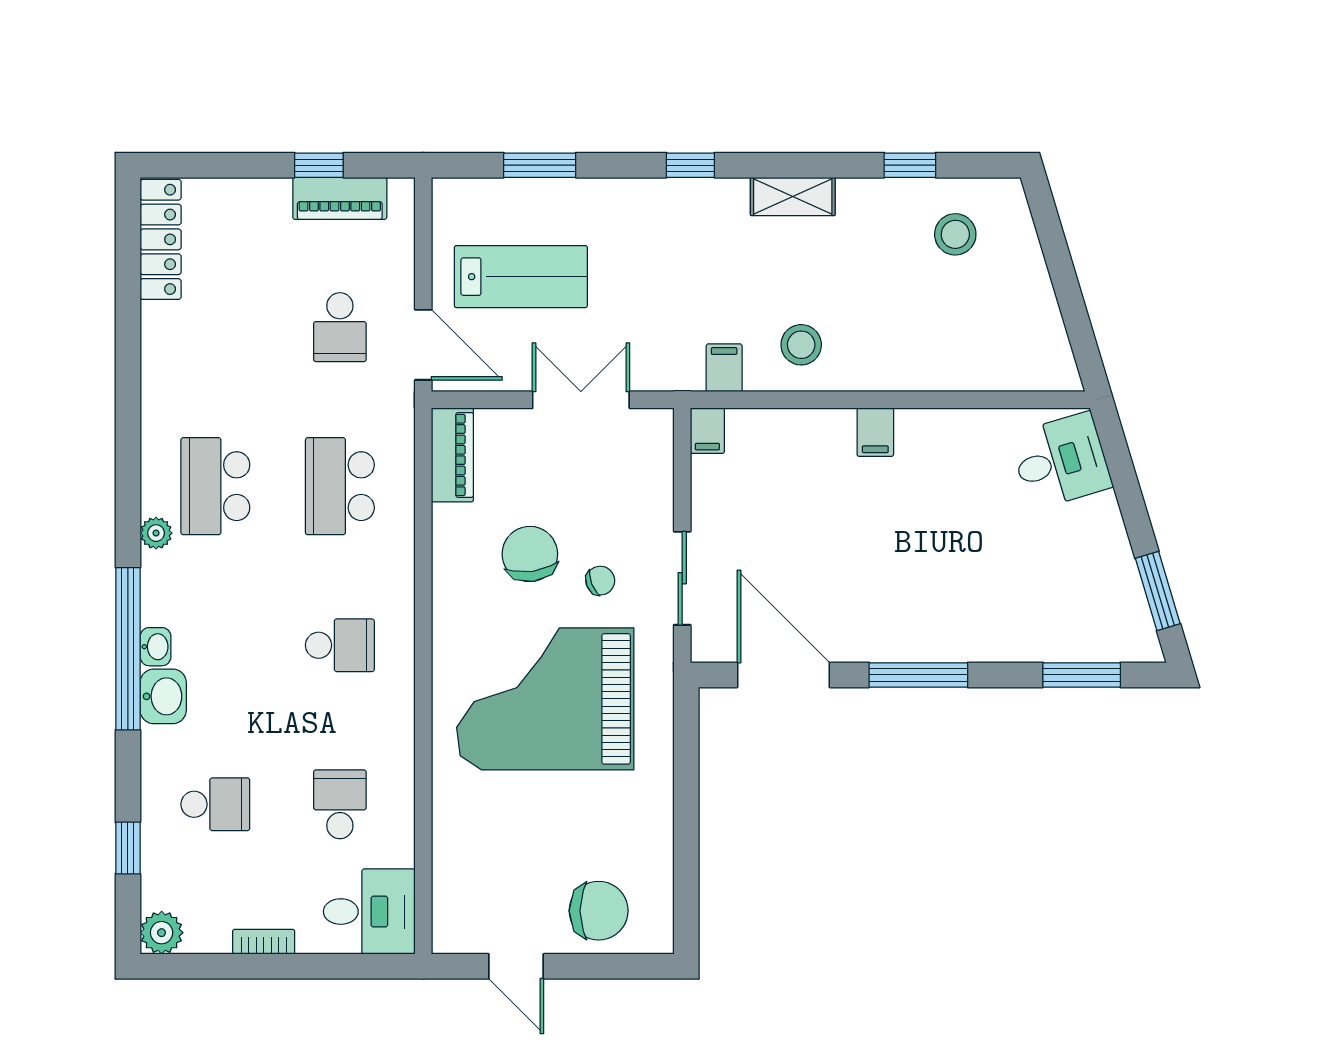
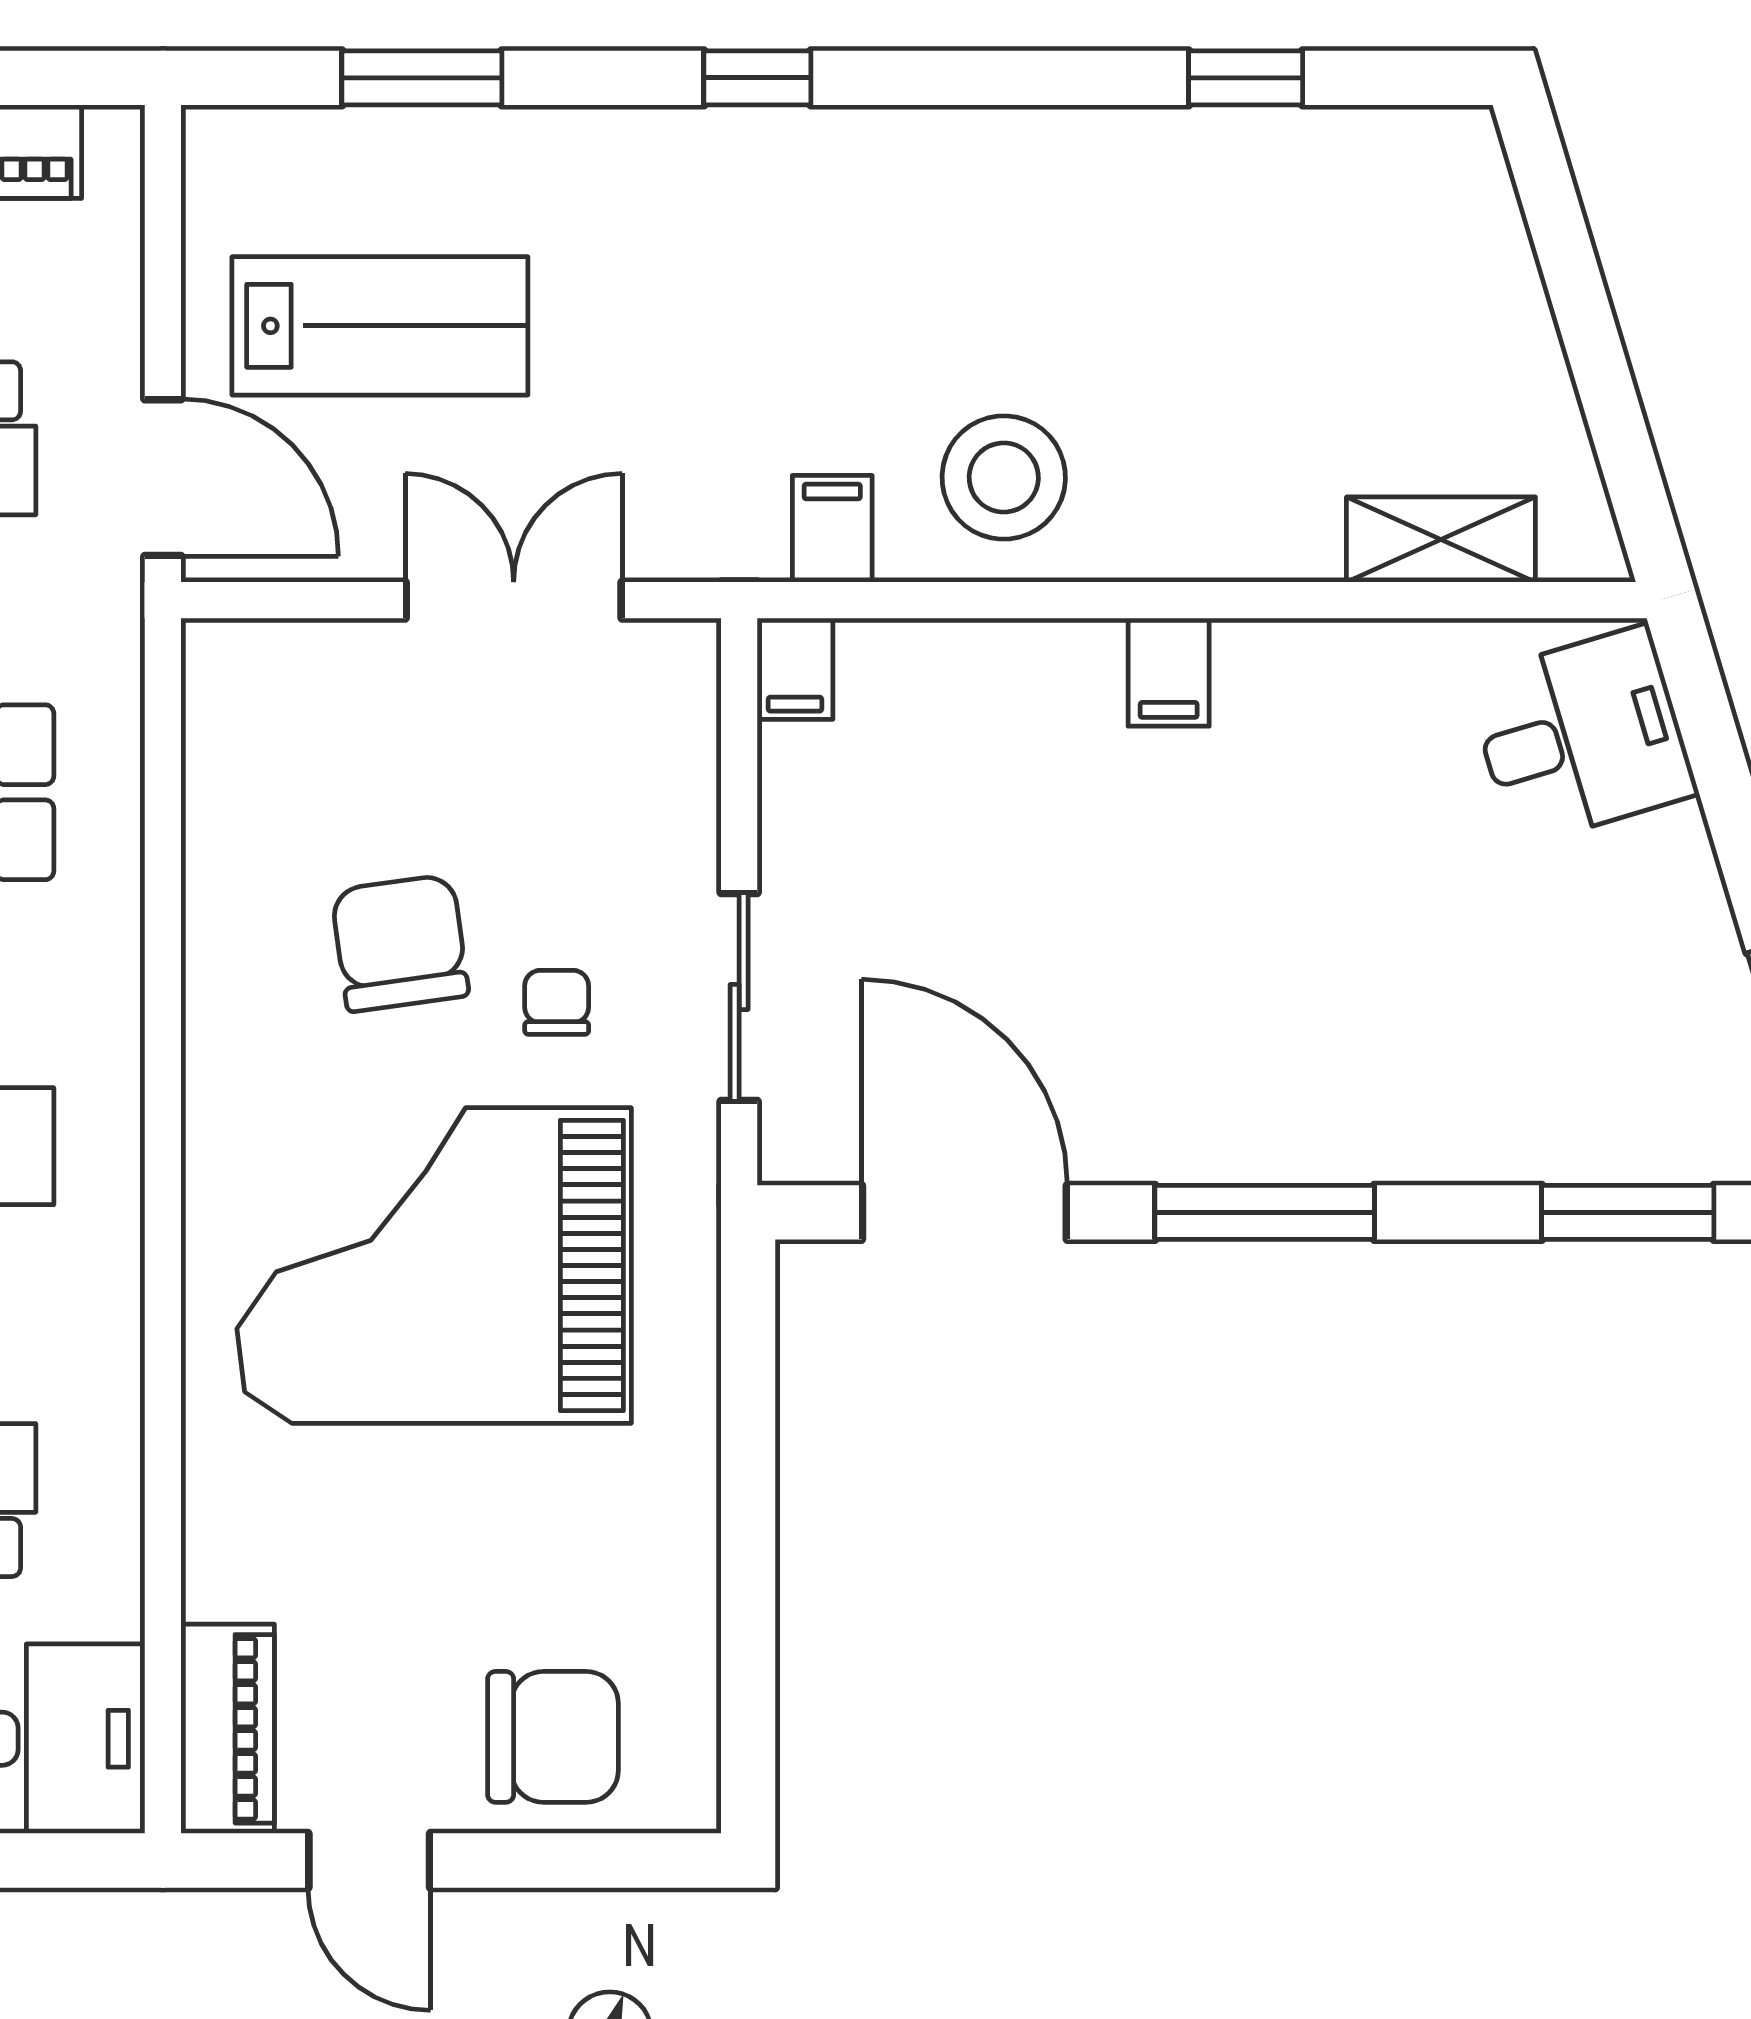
shelving: (793, 196) -> (1441, 540), moved
stool: (955, 234) -> (1347, 232), removed
stool: (801, 345) -> (1004, 477), width x1.38, depth x1.38
piano: (452, 455) -> (228, 1729), moved
chair: (600, 581) -> (557, 1002), turned -69

